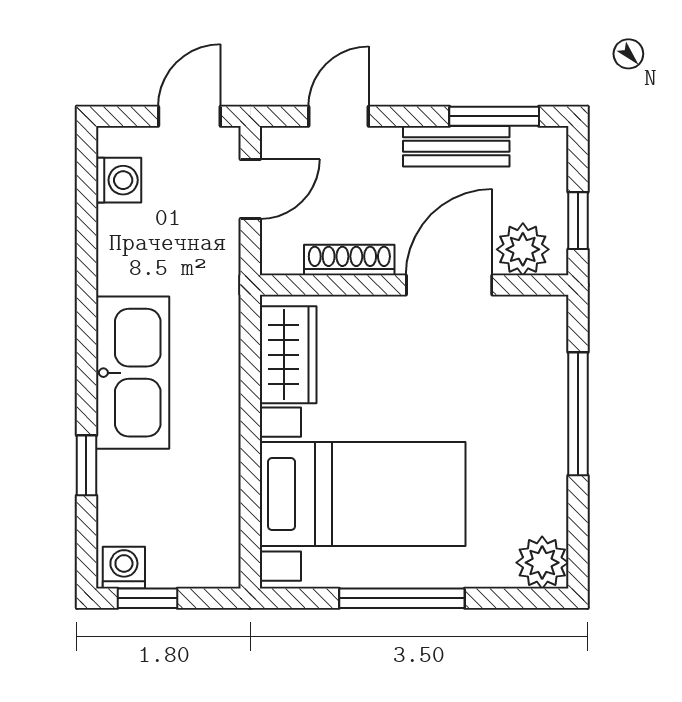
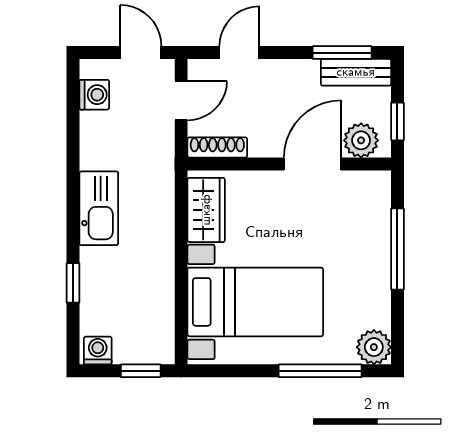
door: (189, 116) -> (141, 53), hinge flipped
bench: (456, 146) -> (356, 72), moved
shoe rack: (349, 260) -> (217, 147), moved
kitchen sink: (133, 373) -> (99, 208), width x0.73, depth x0.81
window: (147, 598) -> (141, 371), moved
window: (402, 598) -> (320, 371), moved

